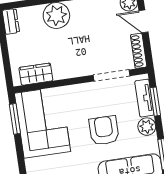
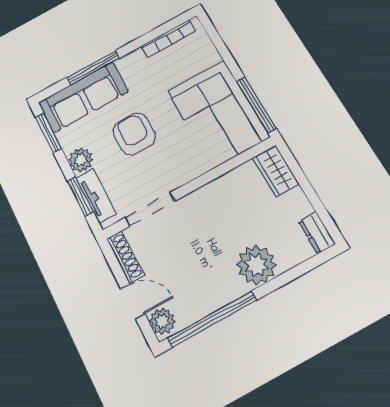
wardrobe: (36, 74) -> (276, 171), moved, turned 90
window: (15, 119) -> (256, 105), width x1.44
armchair: (104, 130) -> (134, 134), turned 180

